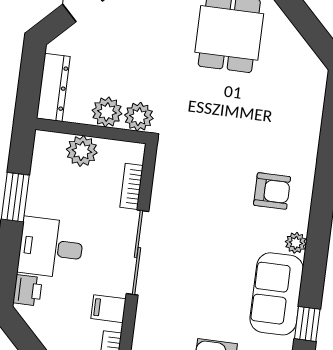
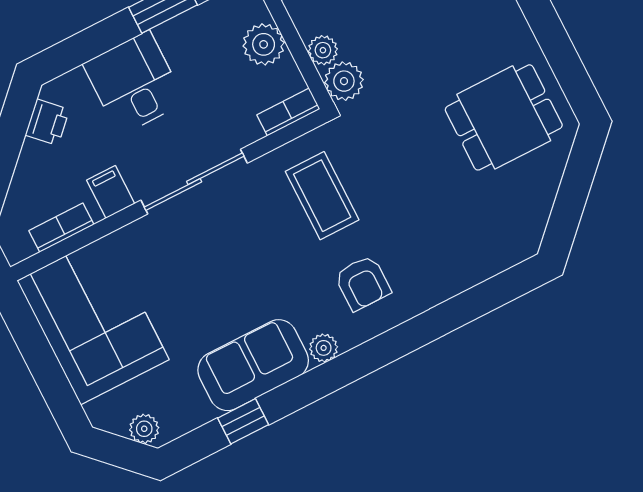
plant: (107, 112) -> (323, 50), width x0.73, depth x0.73
coffee table: (201, 179) -> (322, 196), added
bookcase: (131, 186) -> (288, 112), moved
printer: (28, 290) -> (47, 122), moved, turned -45

